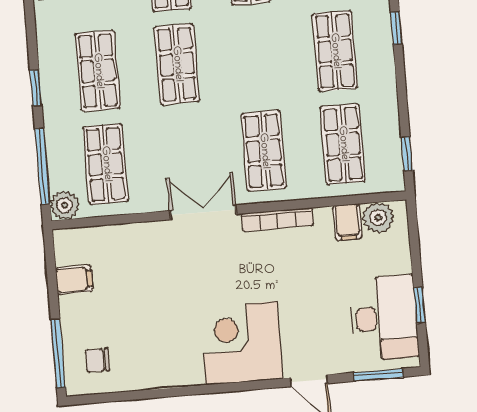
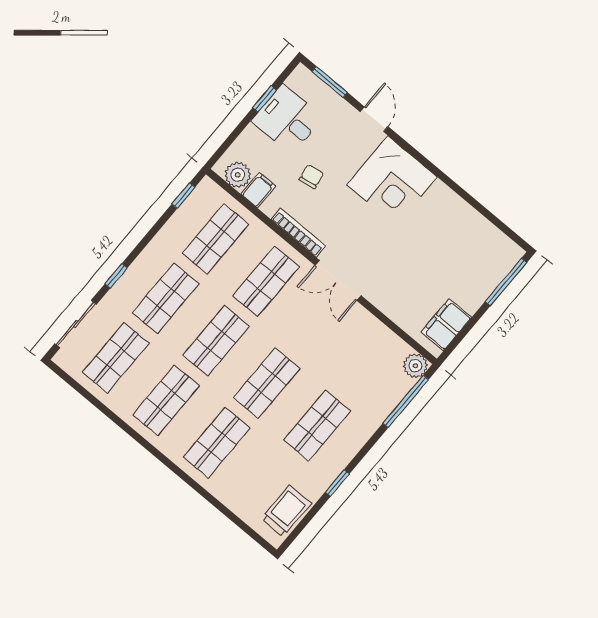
window: (36, 88) -> (337, 483), moved
shop shelf: (106, 164) -> (216, 341), moved
filing cabinet: (74, 280) -> (446, 325), width x2.00
desk: (384, 318) -> (287, 119), width x0.73
chair: (98, 360) -> (311, 177), moved, turned -99

